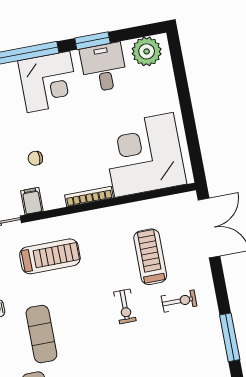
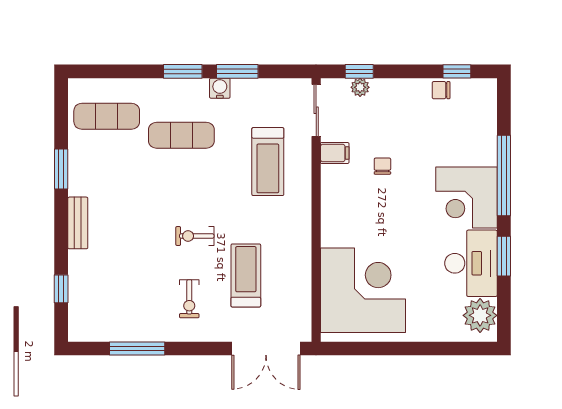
desk: (104, 67) -> (471, 263), width x1.37
bookcase: (89, 196) -> (328, 219), removed
treadmill: (150, 257) -> (246, 275), turned -90

